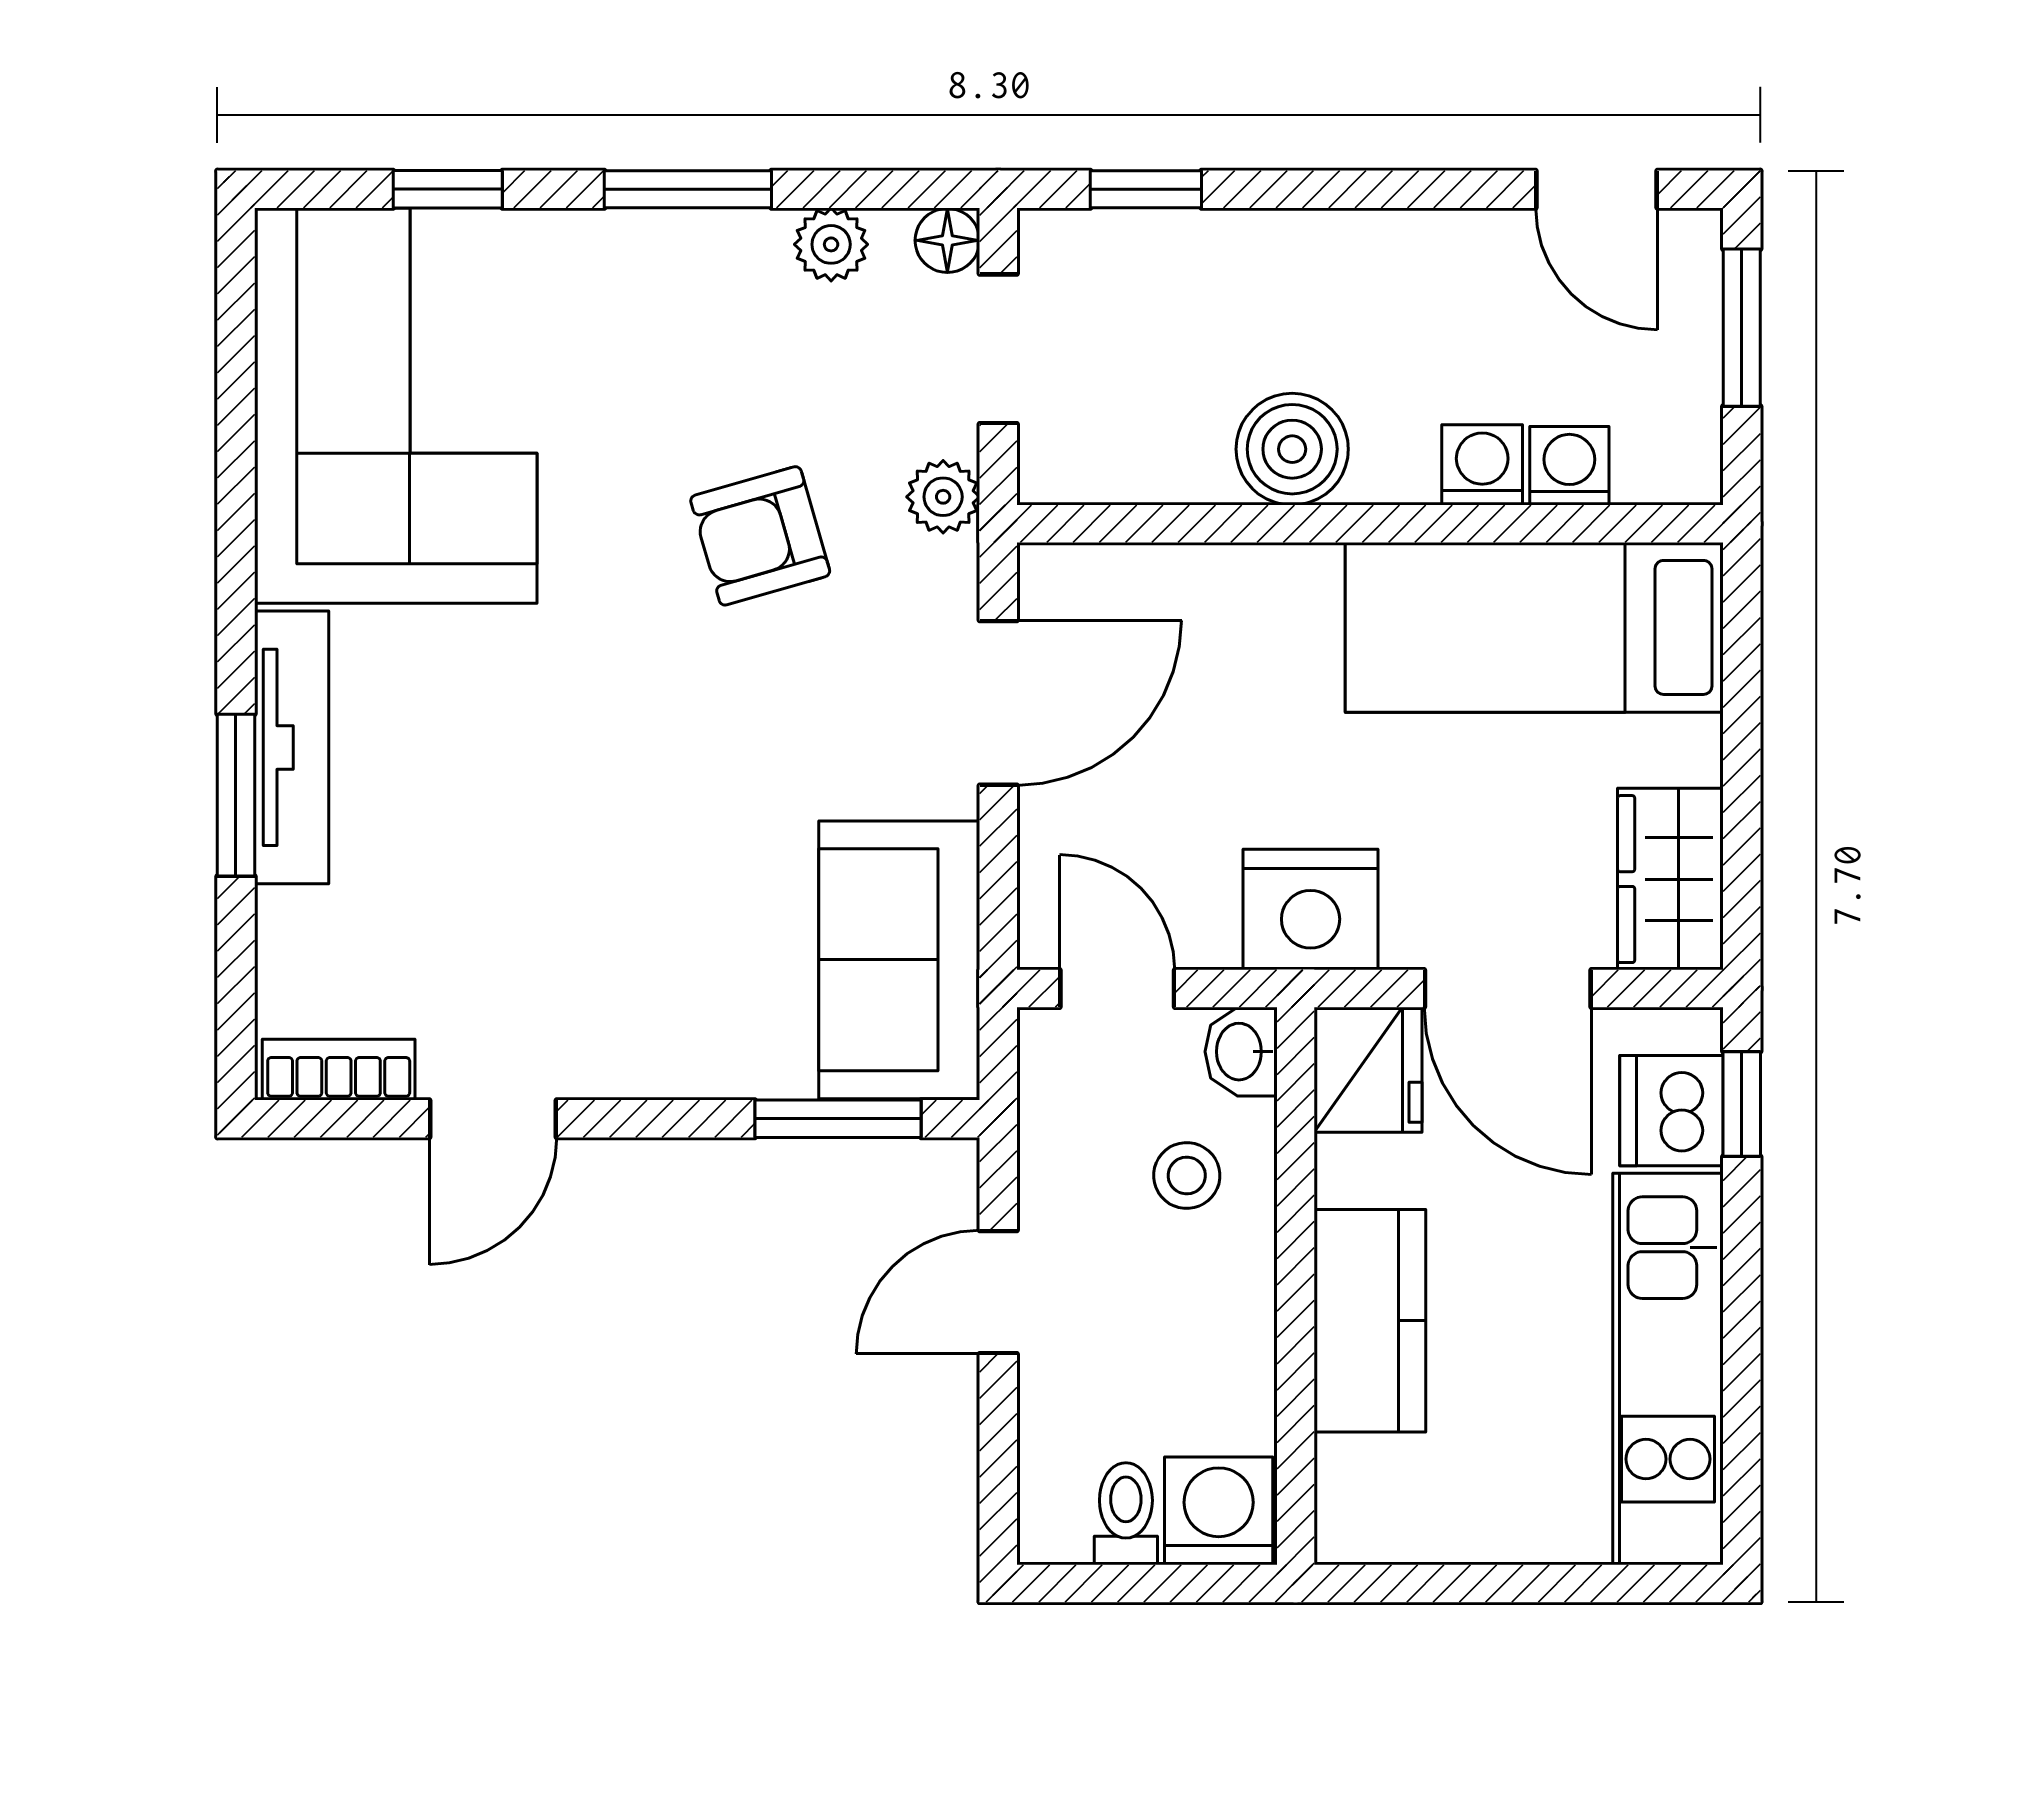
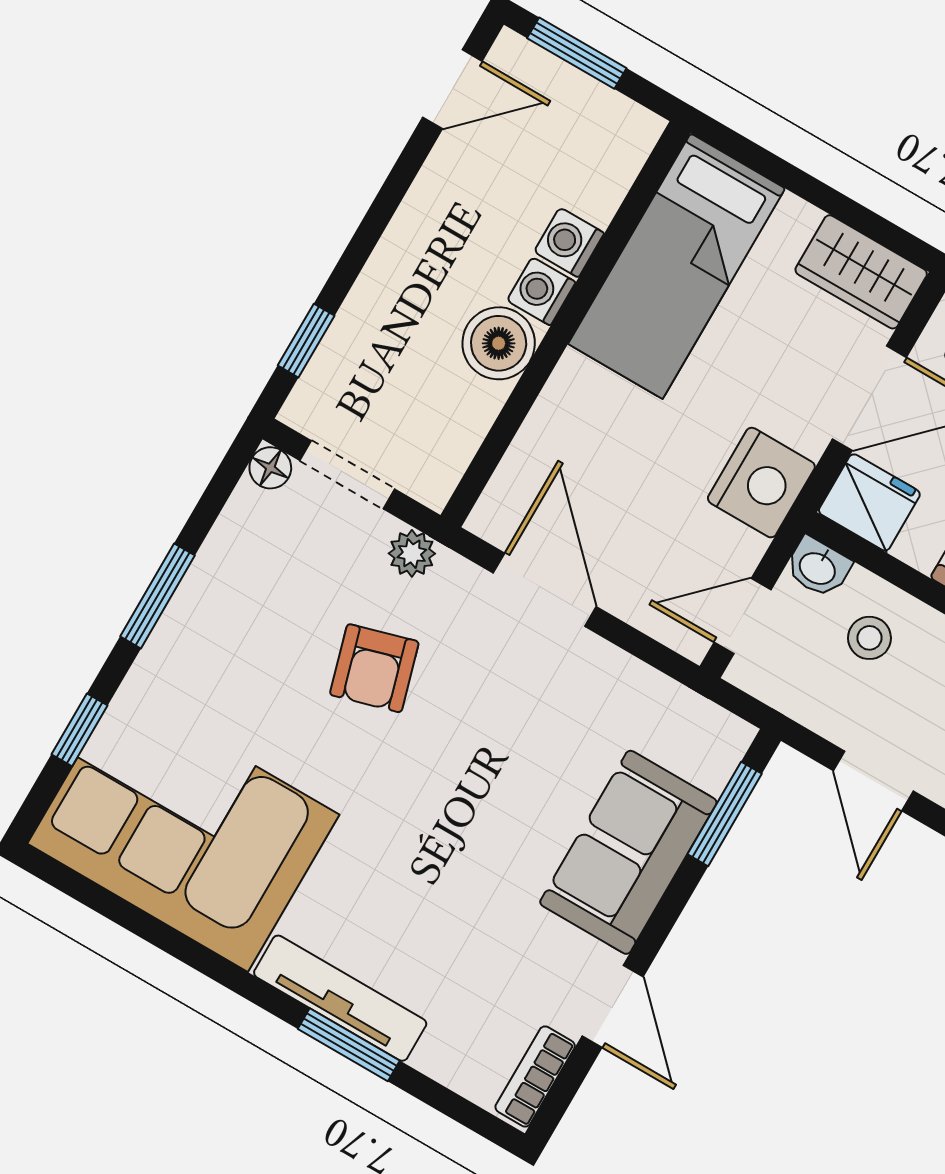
plant: (831, 244) -> (235, 534), removed
washing machine: (1569, 466) -> (541, 291), moved
sofa: (899, 960) -> (628, 852), moved, turned 90

